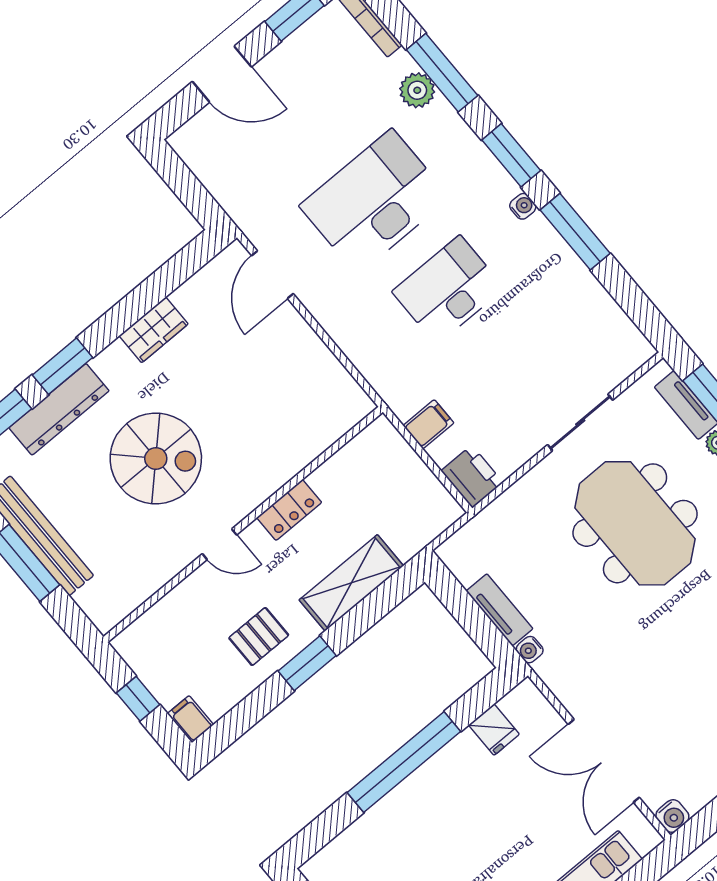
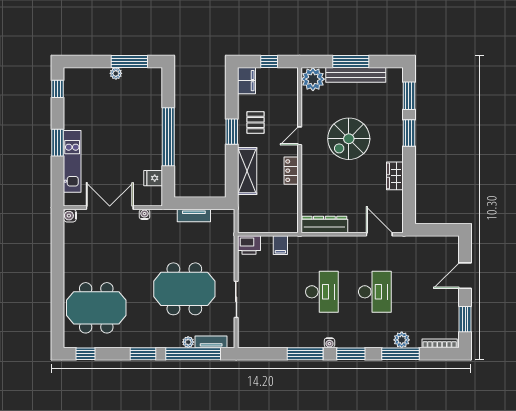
desk: (375, 202) -> (375, 292), width x0.73, depth x0.77
dresser: (59, 409) -> (324, 224), moved, turned 90
plant: (106, 601) -> (313, 79), added
water cooler: (530, 650) -> (145, 214), moved
filing cabinet: (190, 719) -> (246, 81), width x2.00

